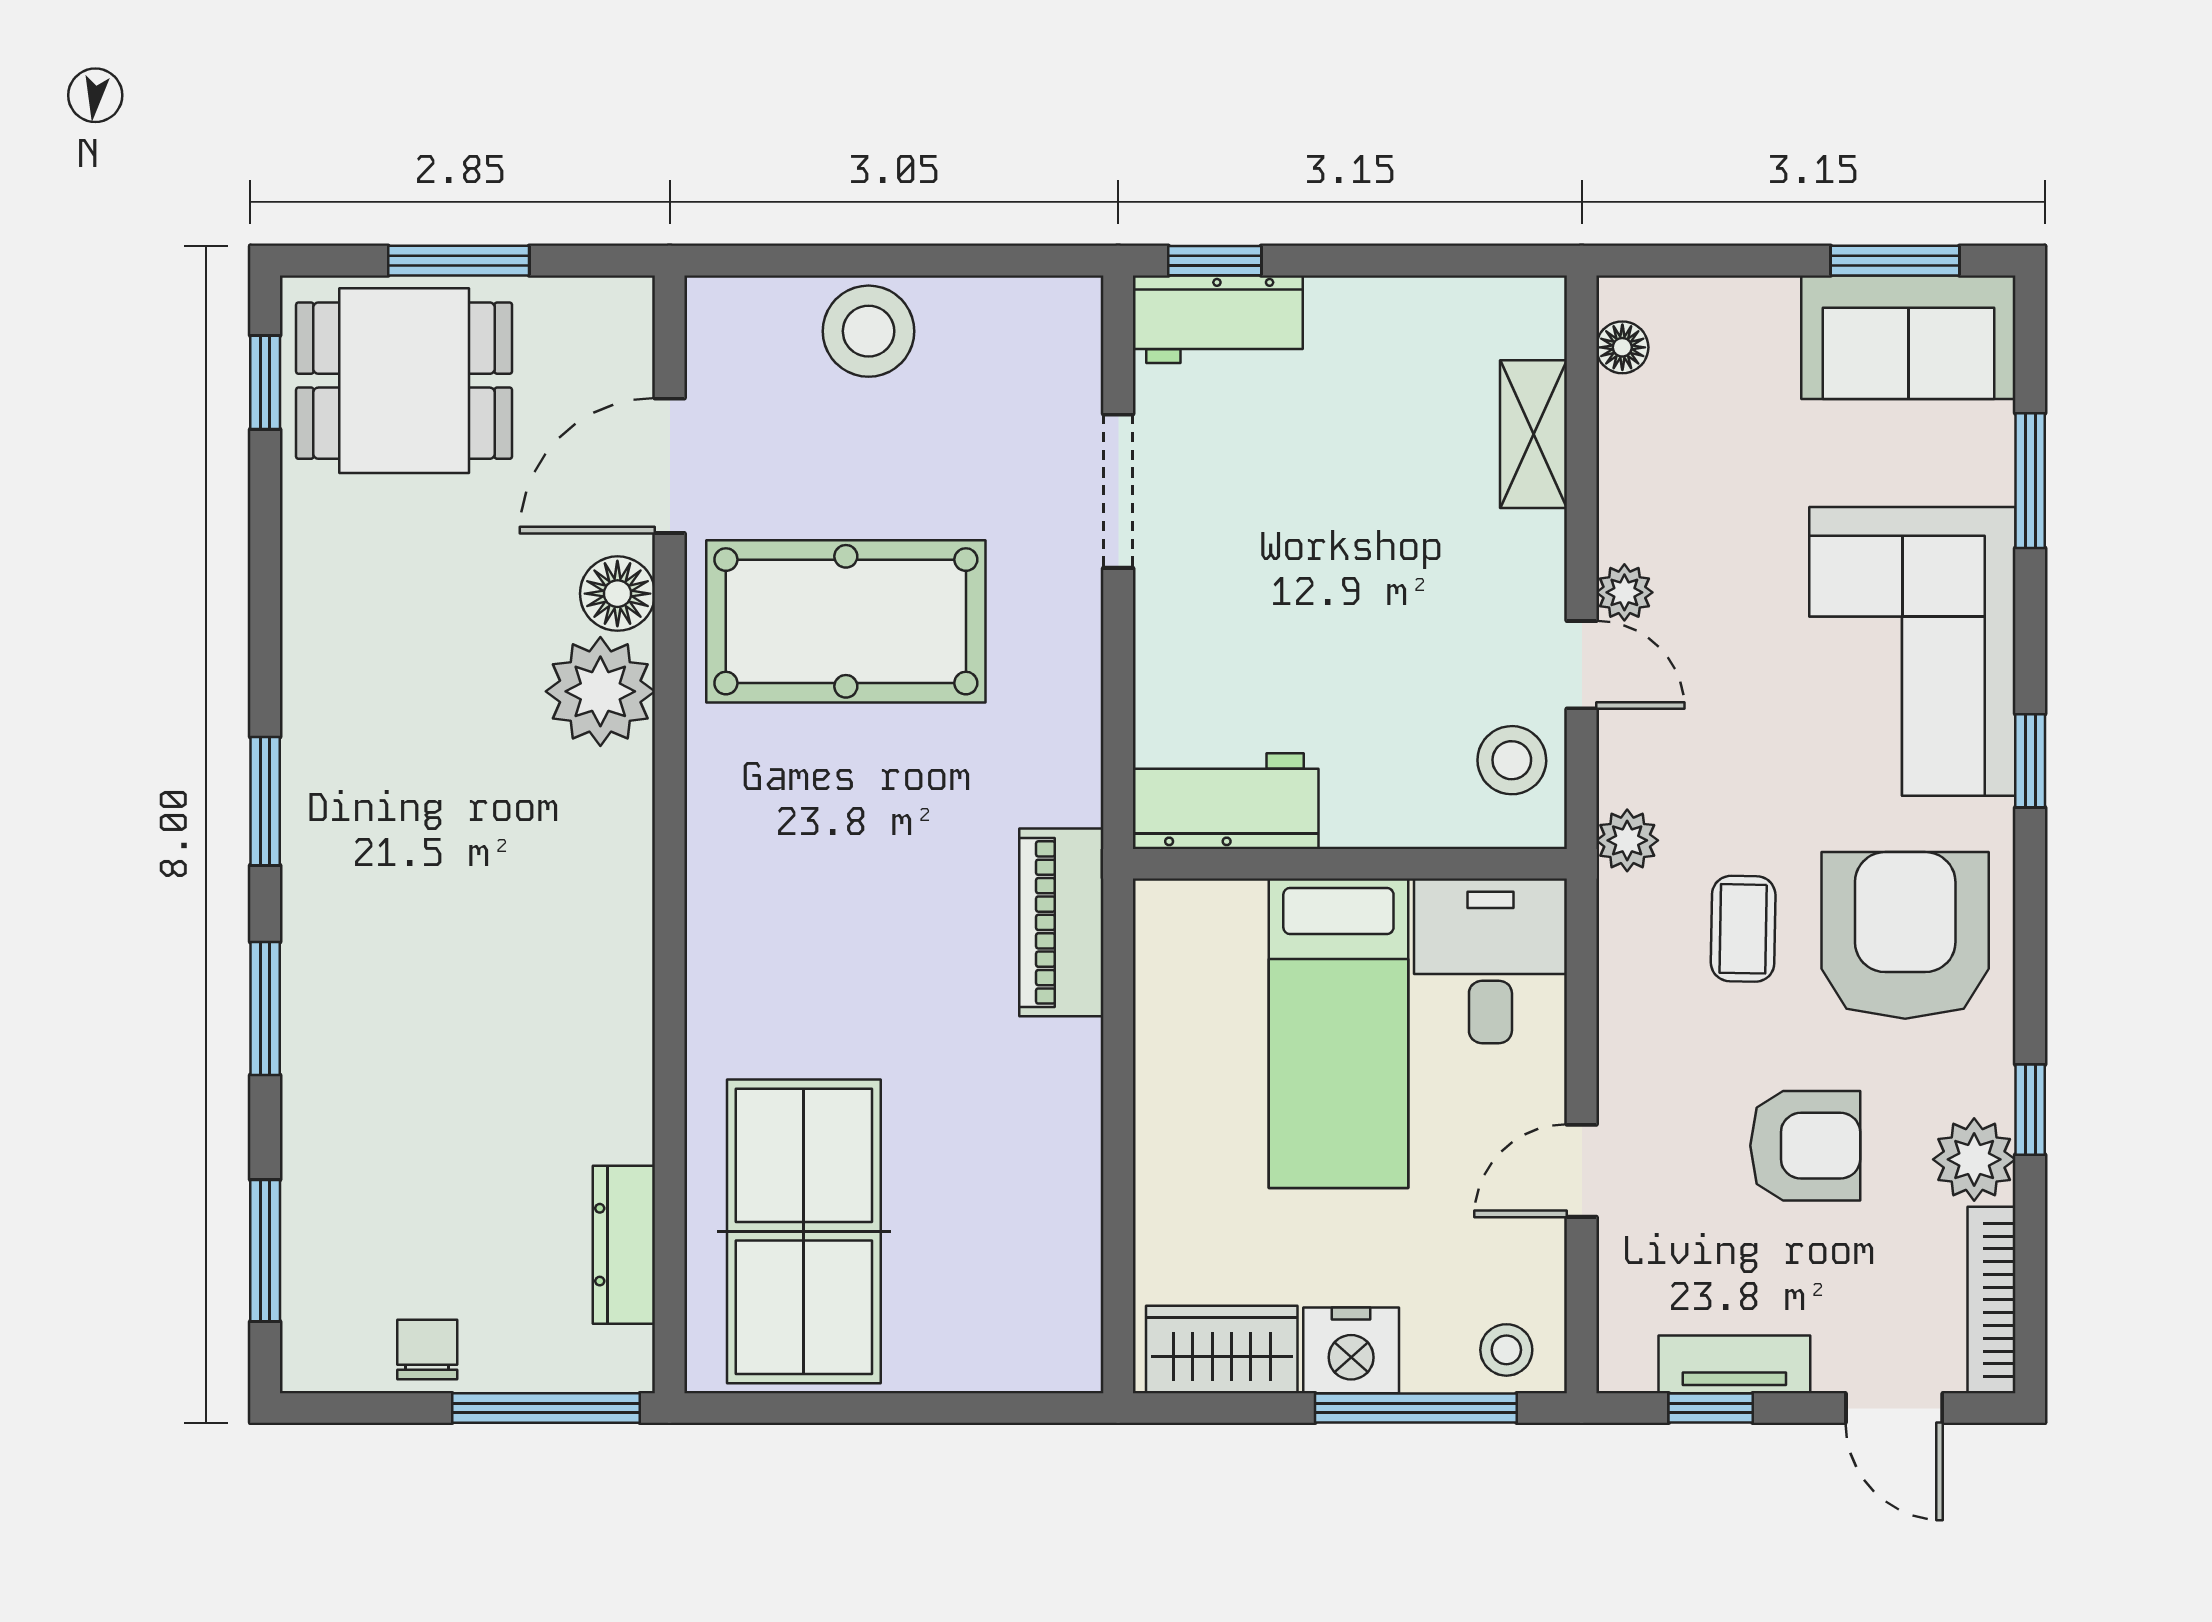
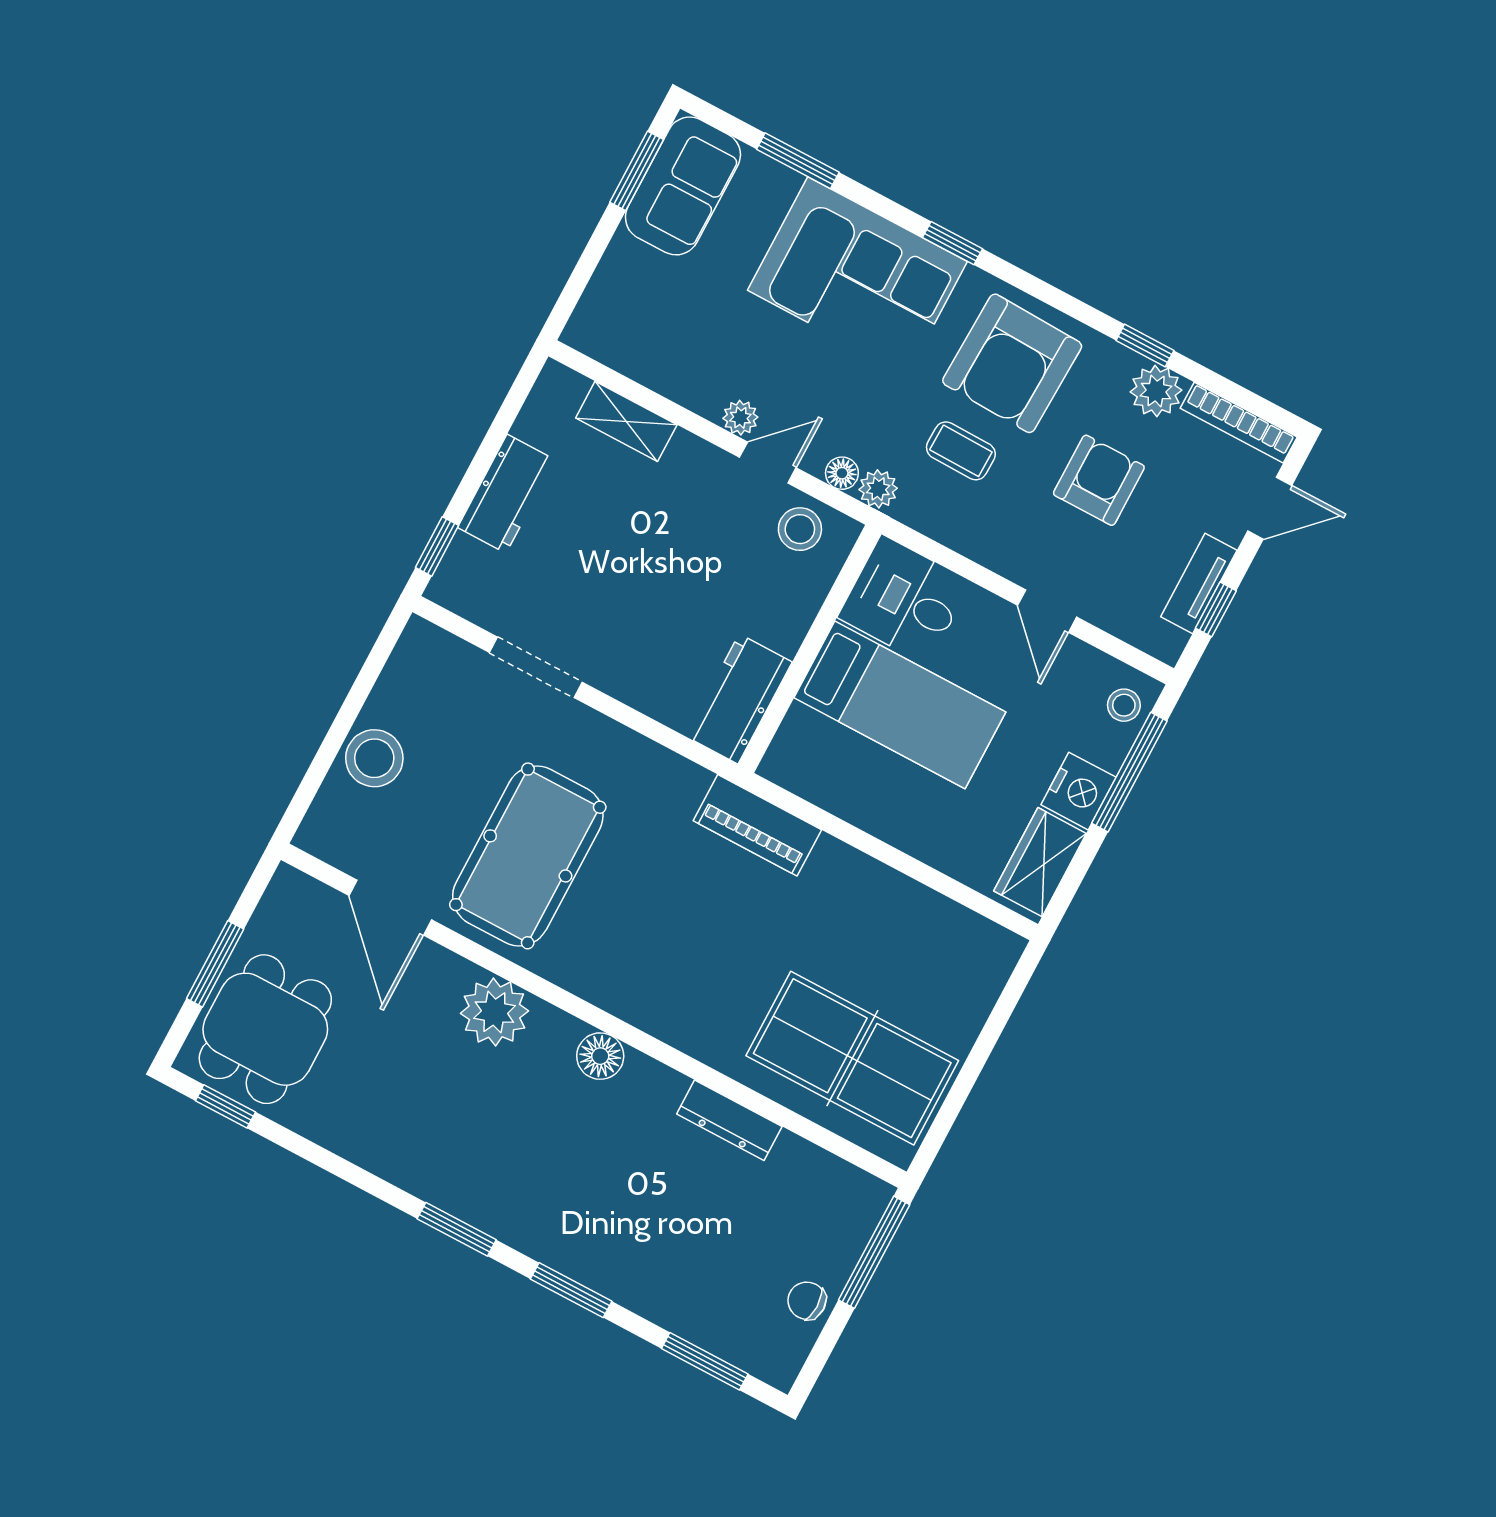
workbench: (1218, 319) -> (507, 494), moved
floor lamp: (1622, 347) -> (842, 473), moved
floor lamp: (617, 594) -> (600, 1056), moved
armchair: (1905, 935) -> (1012, 363), turned -88
dresser: (624, 1245) -> (729, 1120), moved

